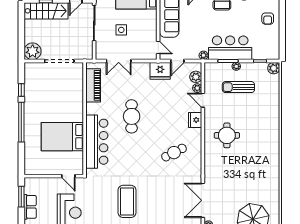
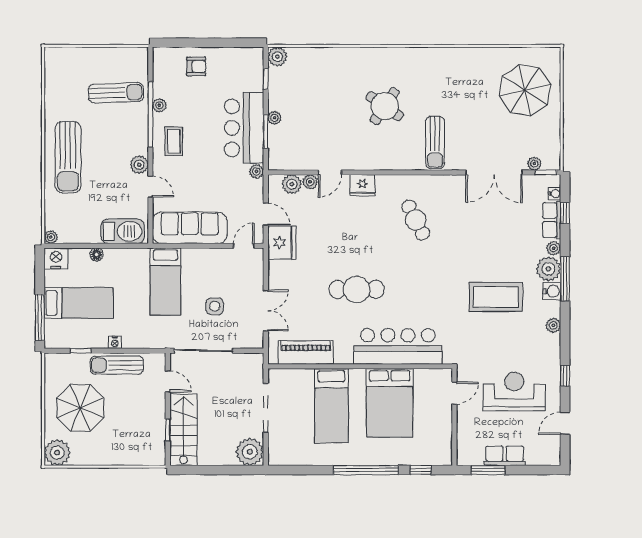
sun lounger: (238, 87) -> (435, 142), moved
window: (21, 90) -> (421, 470), moved
bed: (61, 101) -> (331, 406), added
round table: (227, 135) -> (385, 106), moved, turned 34

